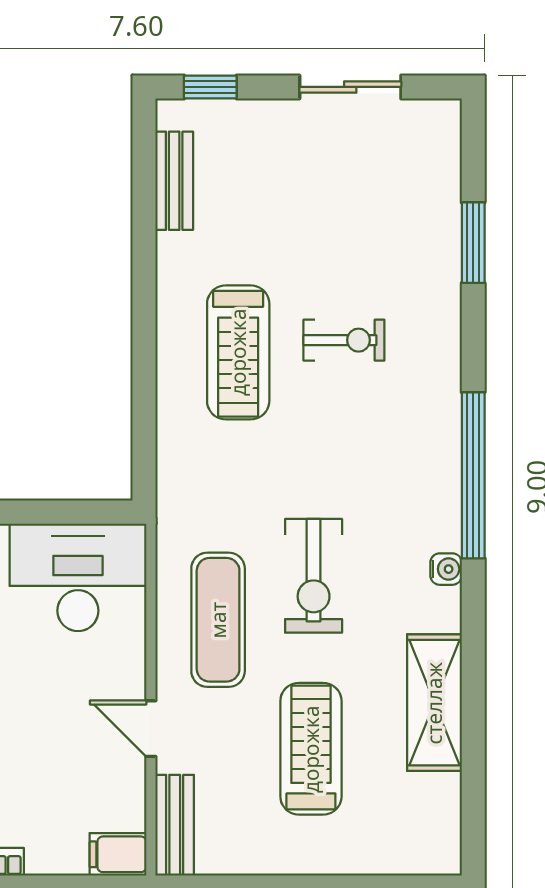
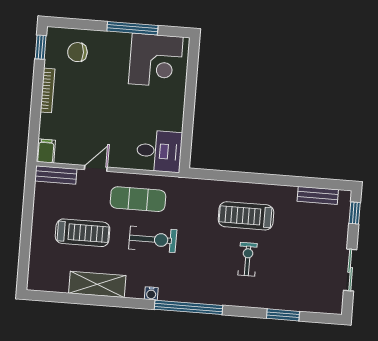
exercise bike: (344, 340) -> (248, 259), turned 180
exercise bike: (314, 576) -> (153, 239), turned 180
desk: (78, 577) -> (159, 151), width x0.73

